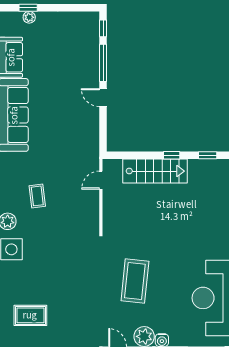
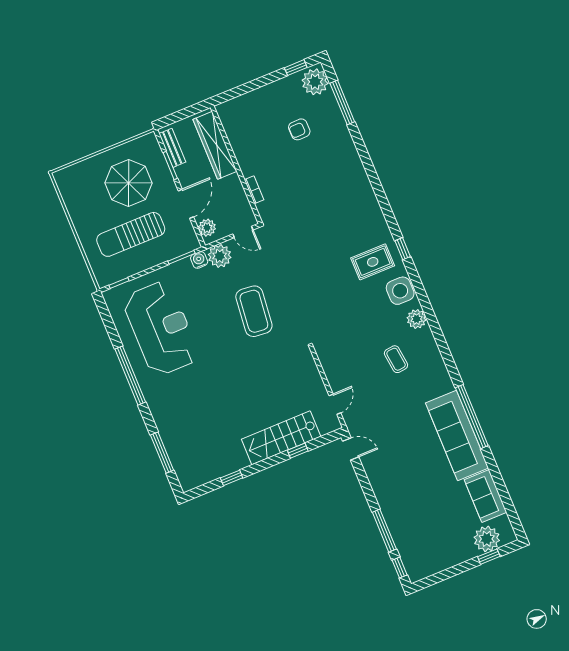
plant: (29, 17) -> (487, 539), width x1.87, depth x1.87
door: (103, 98) -> (351, 449), moved
window: (172, 155) -> (298, 451), moved
rug: (30, 315) -> (373, 262), moved

